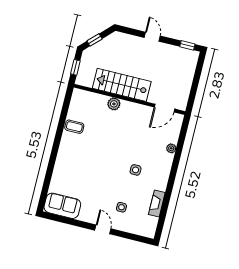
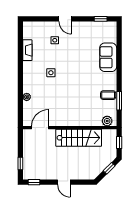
window: (198, 71) -> (20, 163), added
plant: (114, 104) -> (107, 121), moved
window: (63, 117) -> (119, 101), added
sofa: (62, 206) -> (108, 57), moved, turned 90
window: (61, 219) -> (101, 19), added

